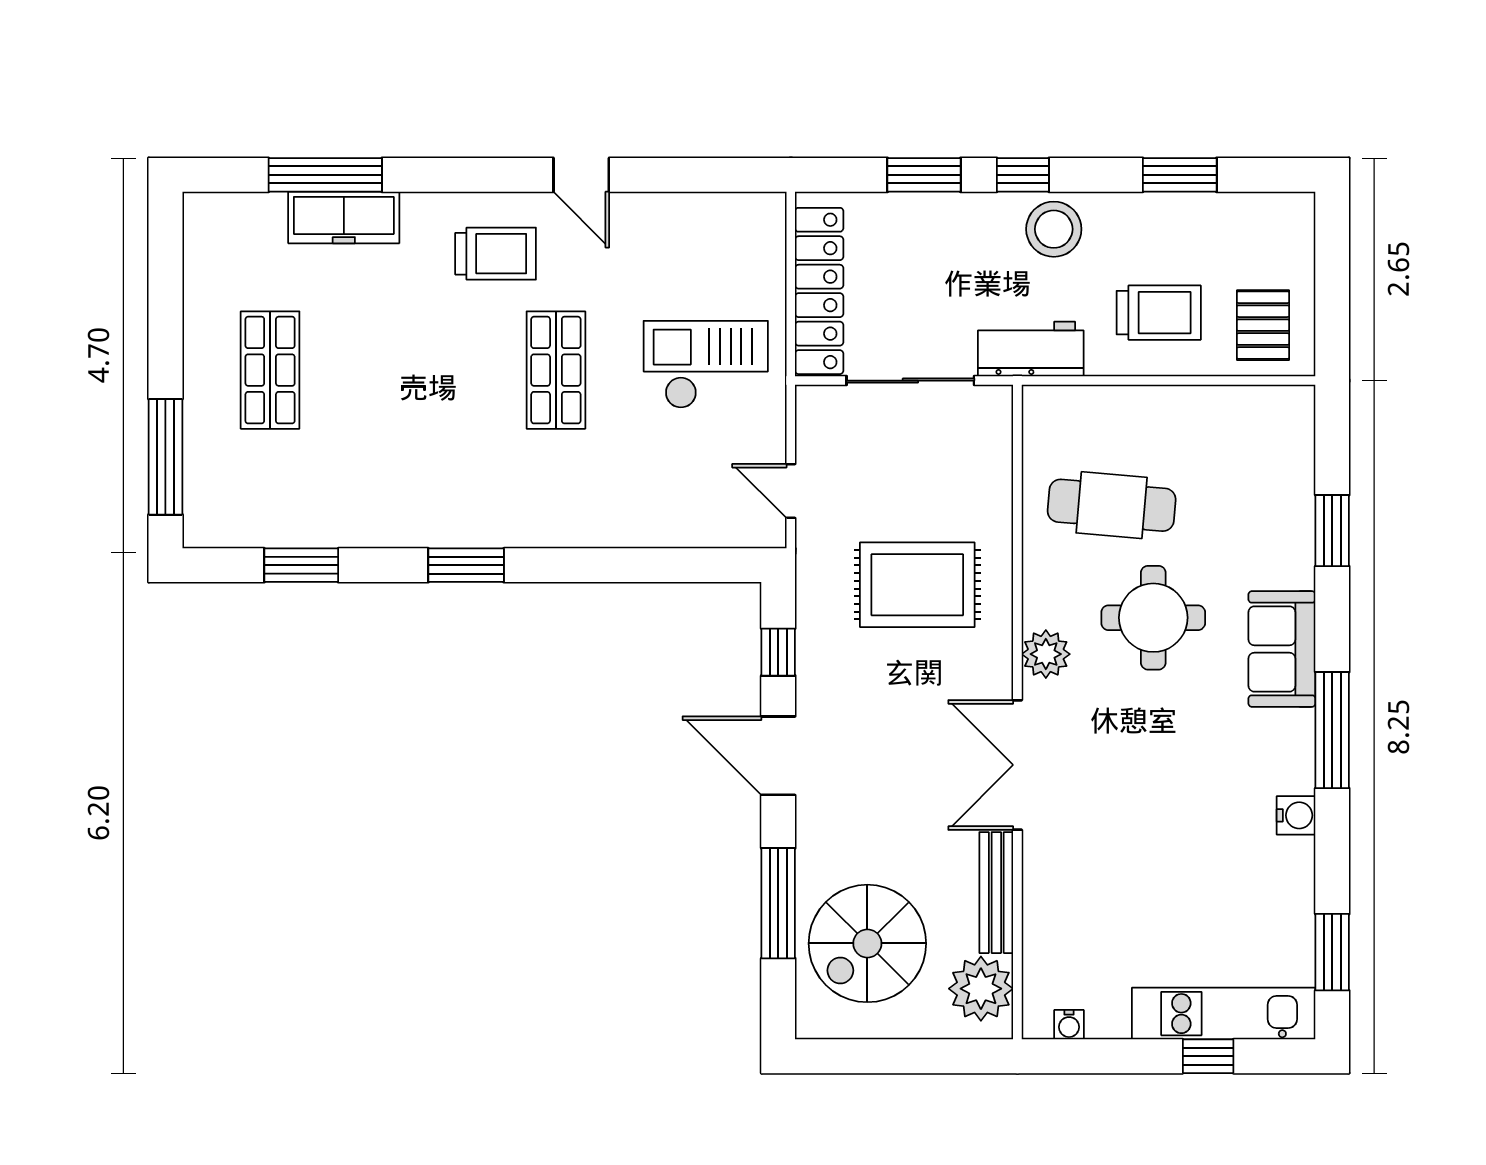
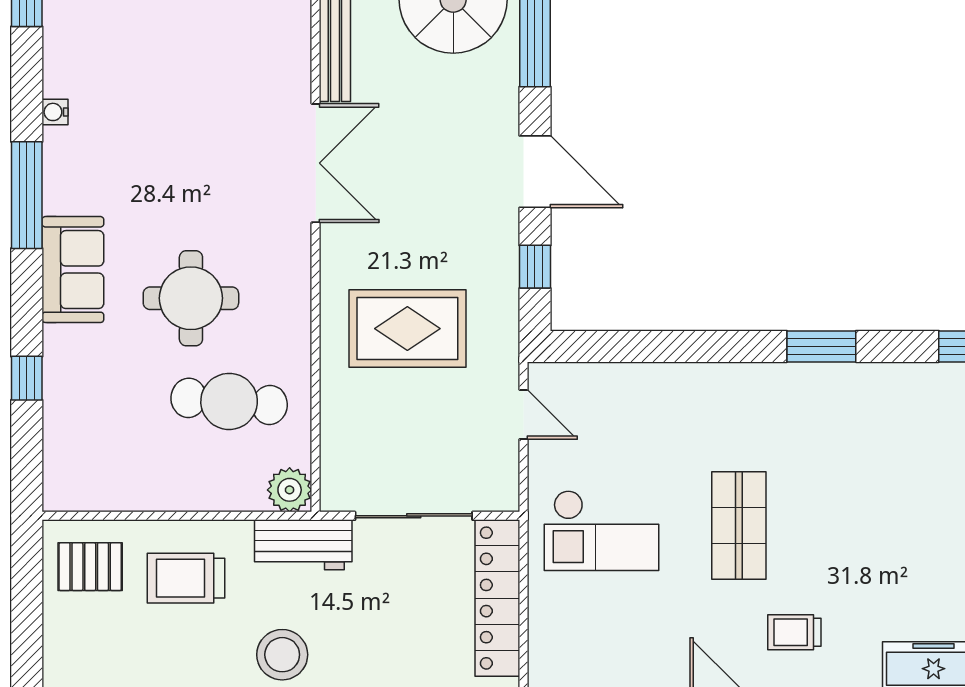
trolley: (496, 254) -> (794, 632), width x0.73, depth x0.72
pallet: (1263, 325) -> (90, 567), turned 90
window: (1332, 531) -> (27, 378), width x0.67
plant: (1046, 654) -> (290, 490), moved
water cooler: (1296, 815) -> (55, 112), width x0.72, depth x0.72

